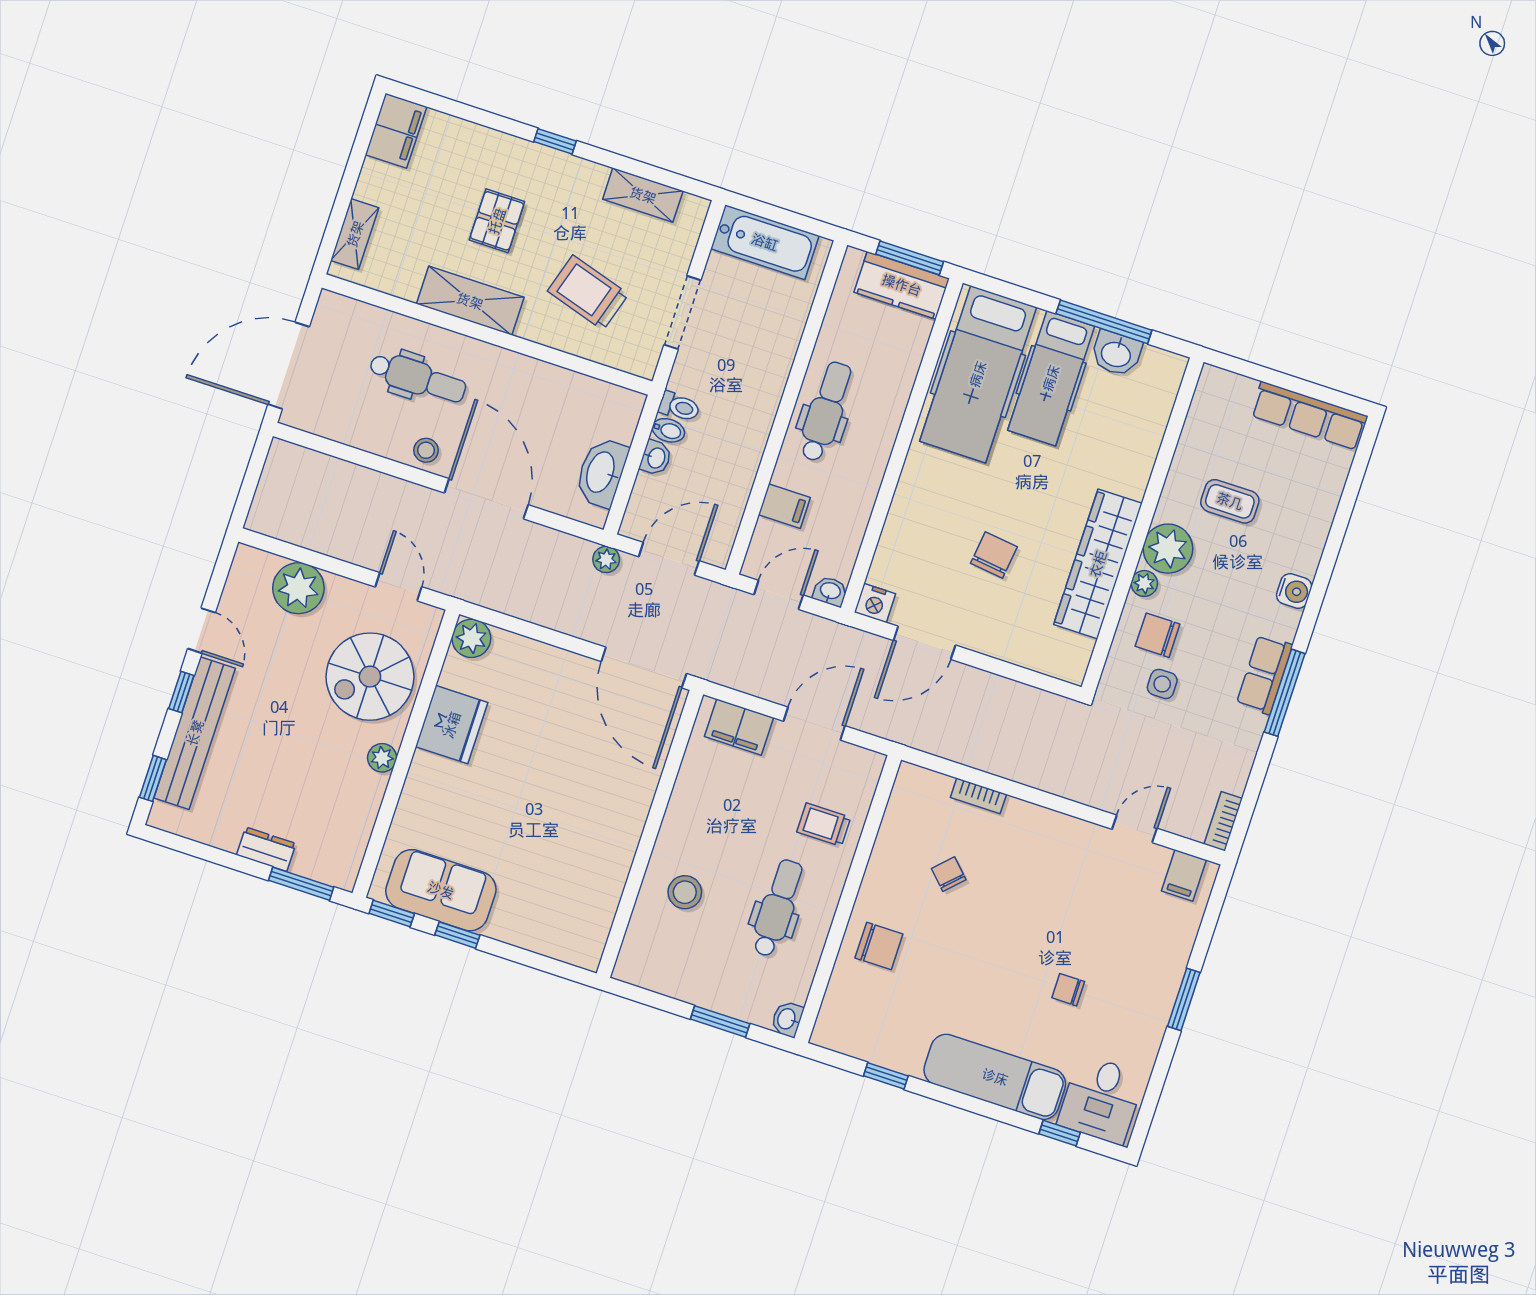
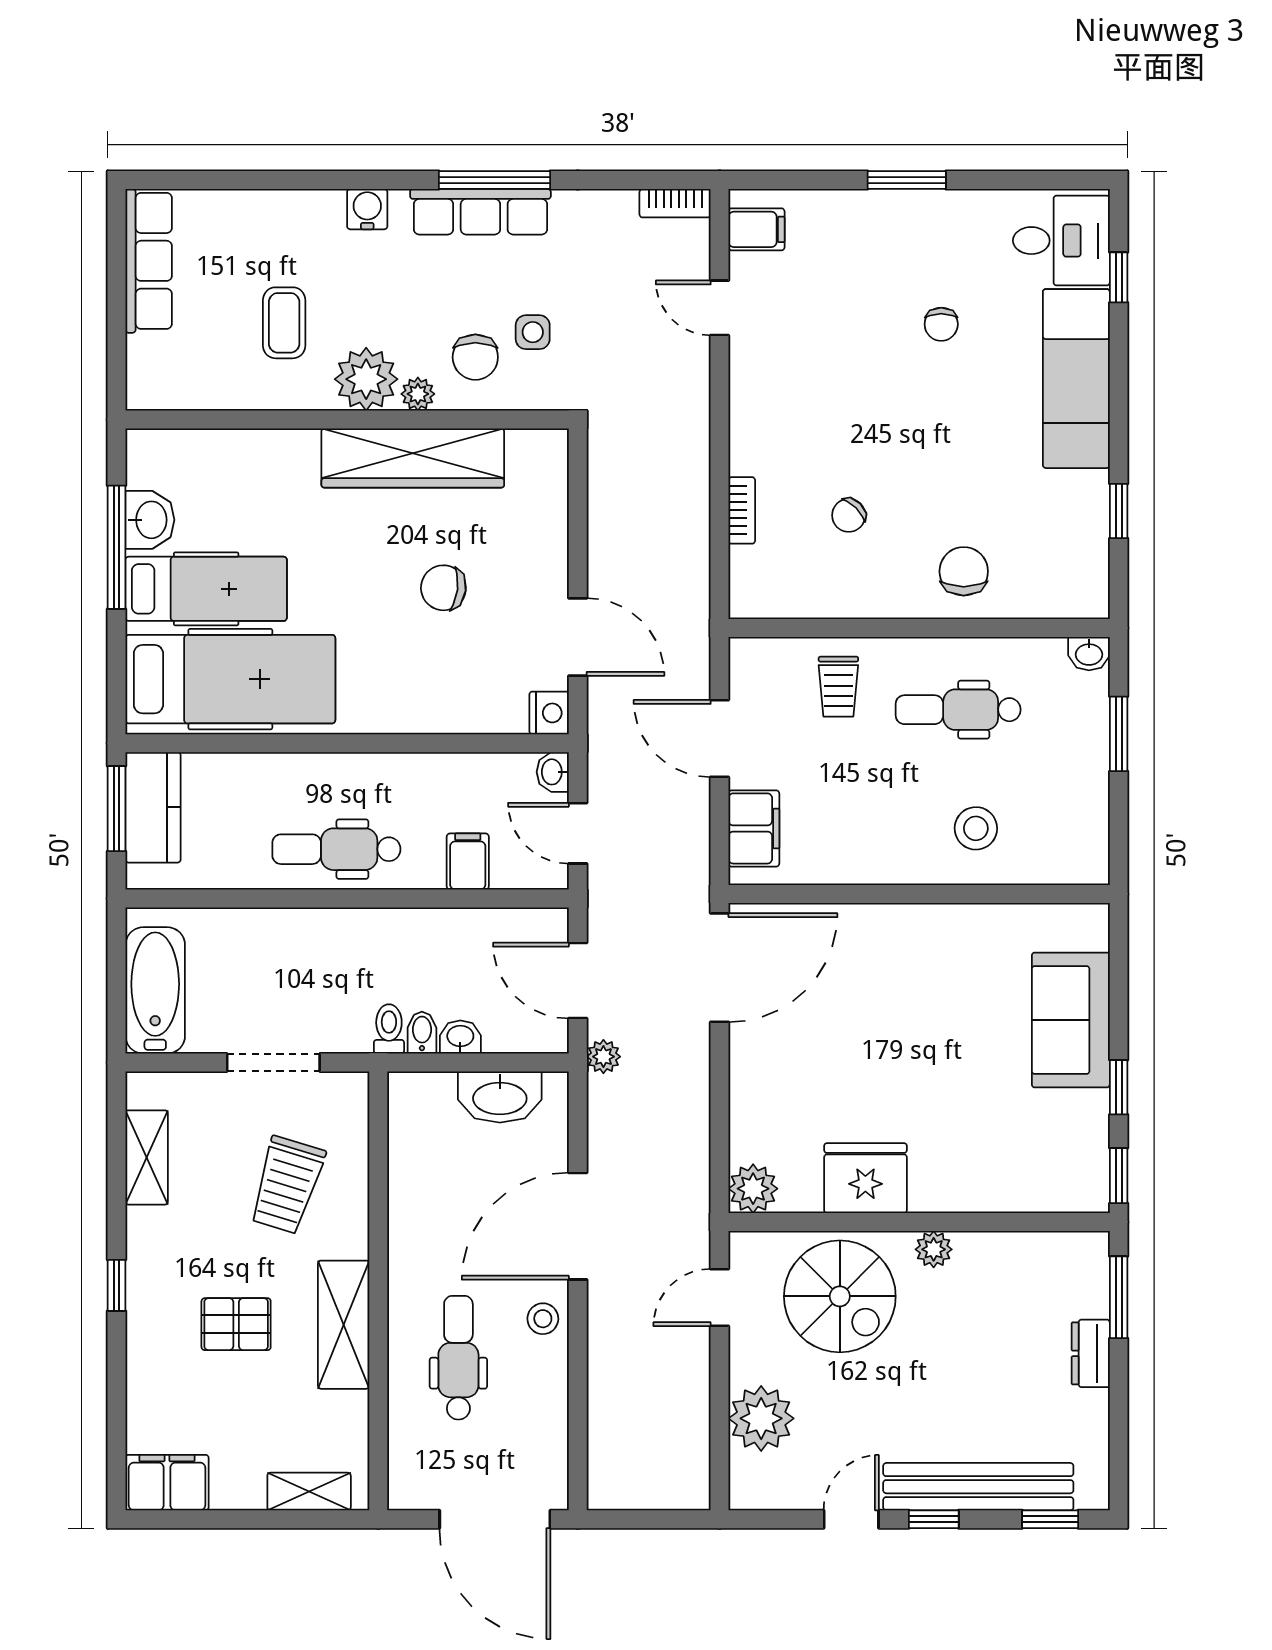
row of seats: (1265, 675) -> (480, 212), width x1.48
sofa: (441, 890) -> (1071, 1020), moved

